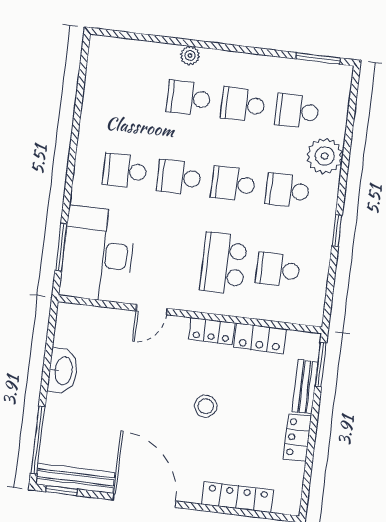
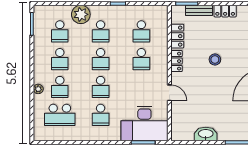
school desk: (134, 91) -> (60, 115), added
school desk: (224, 263) -> (141, 59), width x0.54

